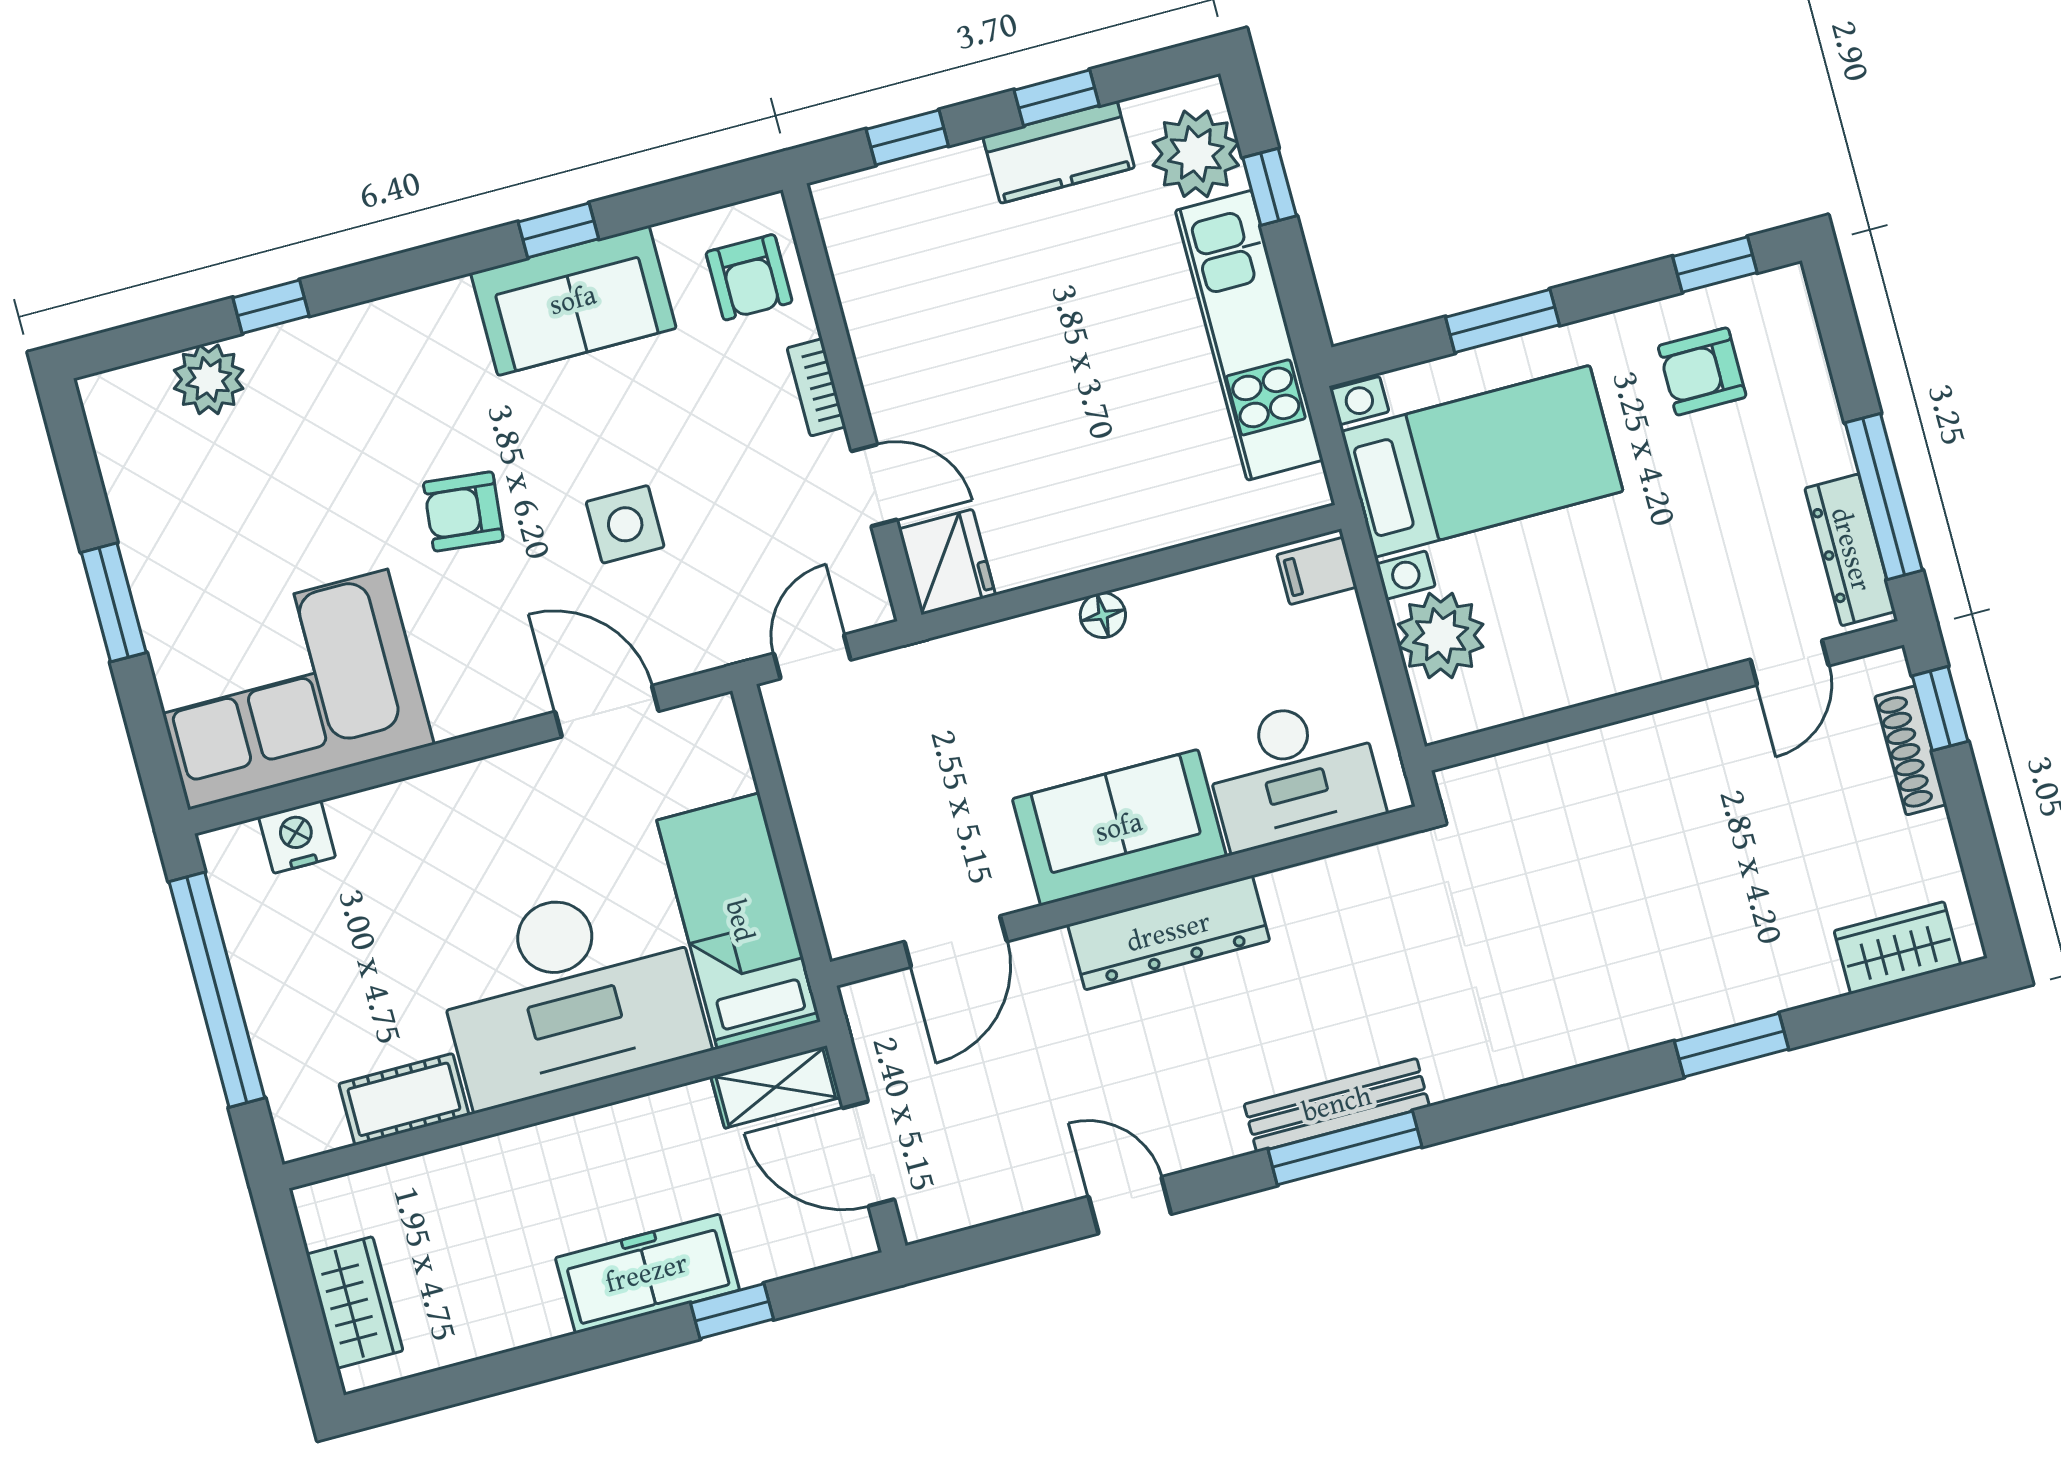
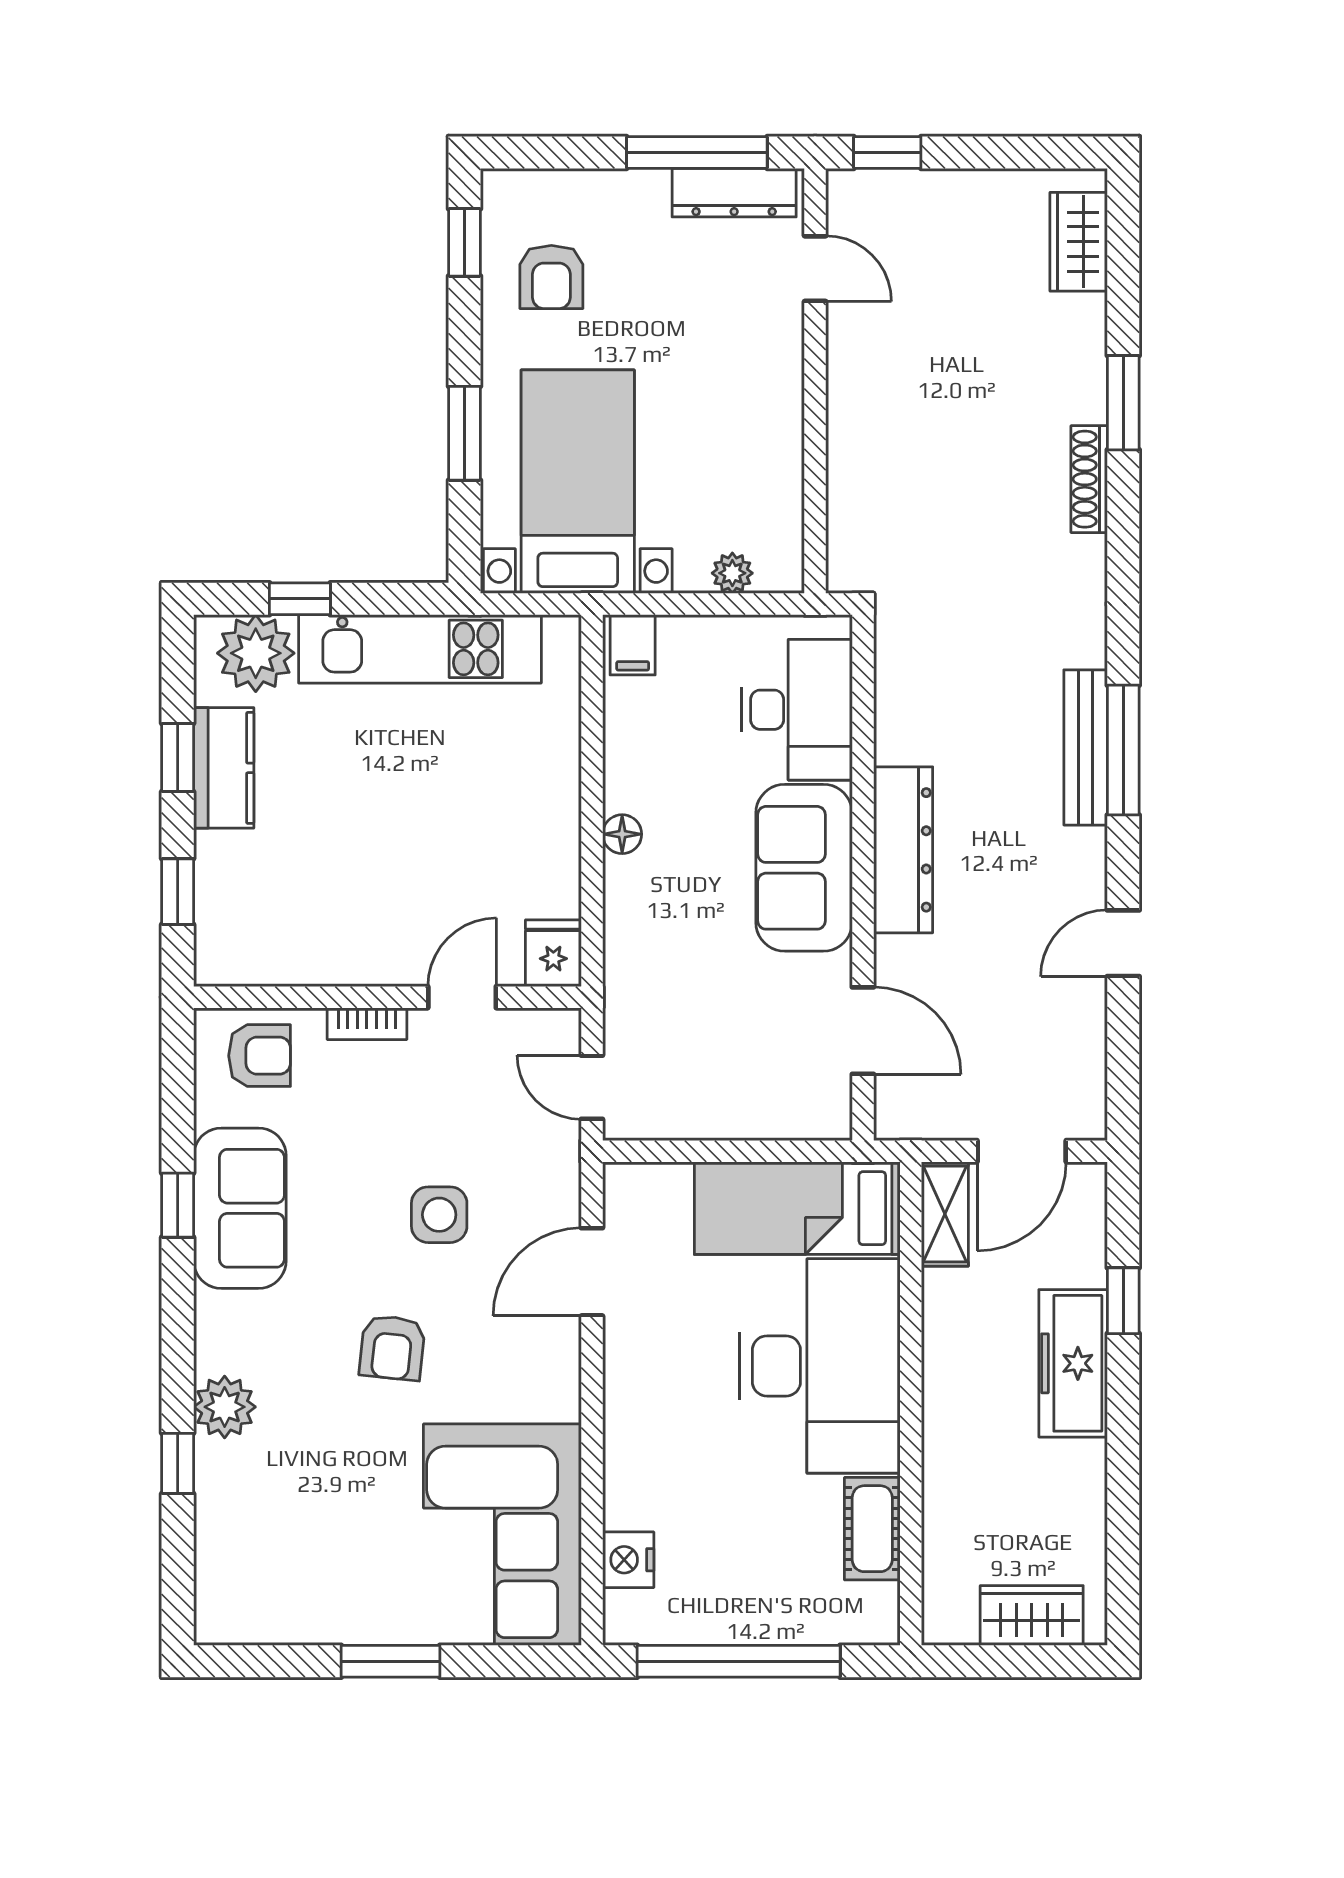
plant: (209, 379) -> (225, 1407), moved
fridge: (947, 562) -> (553, 953), width x0.72
plant: (1441, 635) -> (732, 573), width x0.53, depth x0.53
shoe rack: (1911, 750) -> (1089, 479), moved, turned 90

